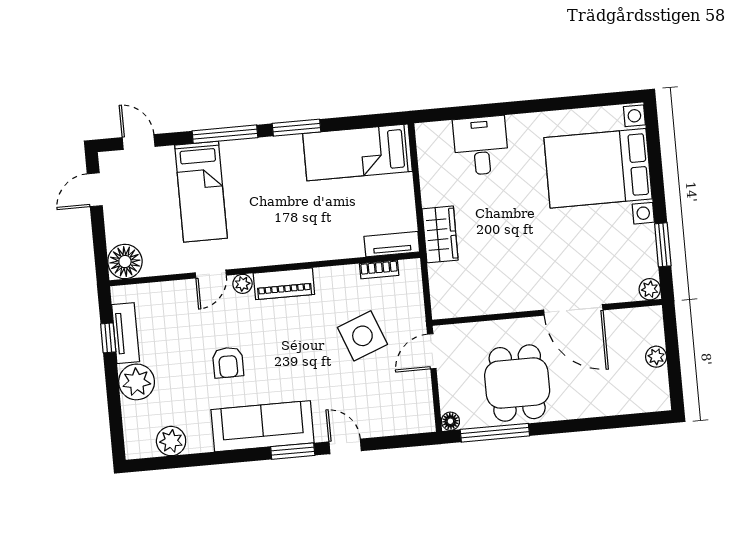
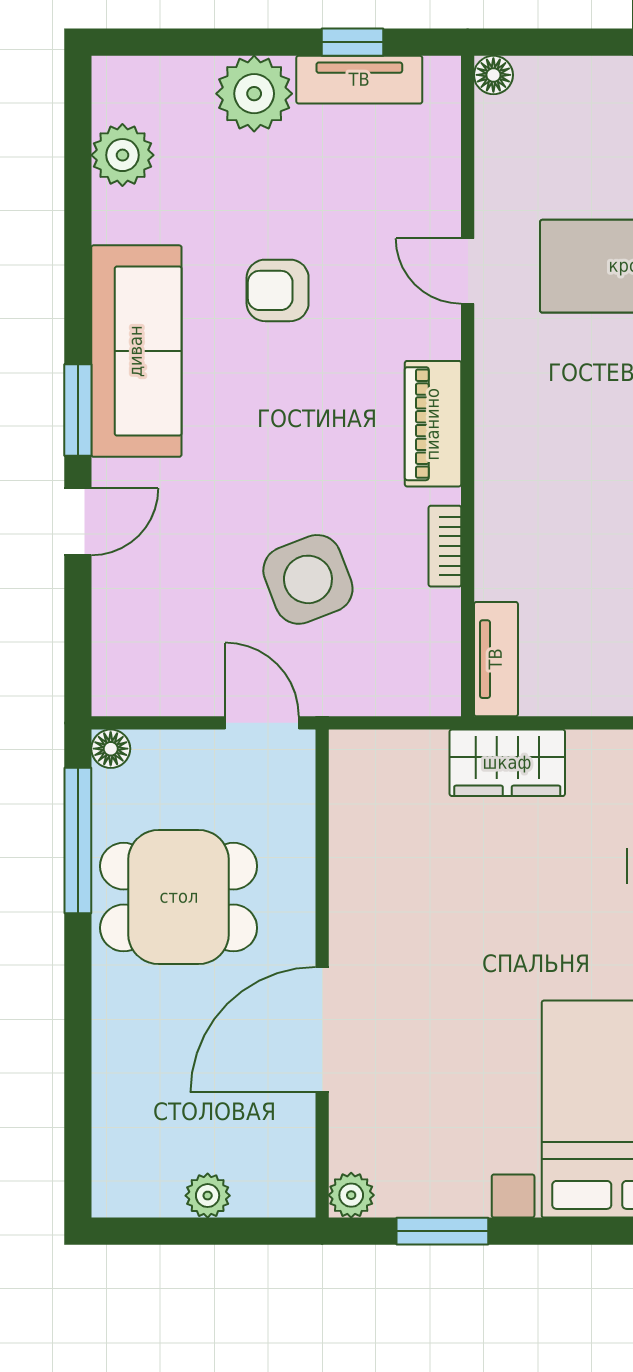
floor lamp: (125, 262) -> (493, 75), width x0.53, depth x0.53
bookcase: (379, 269) -> (445, 546), moved
plant: (243, 284) -> (441, 336), removed

